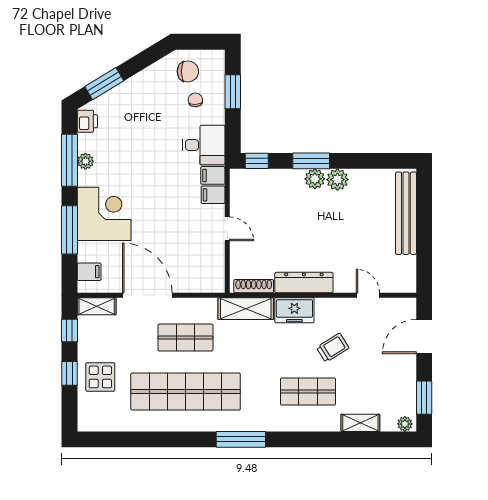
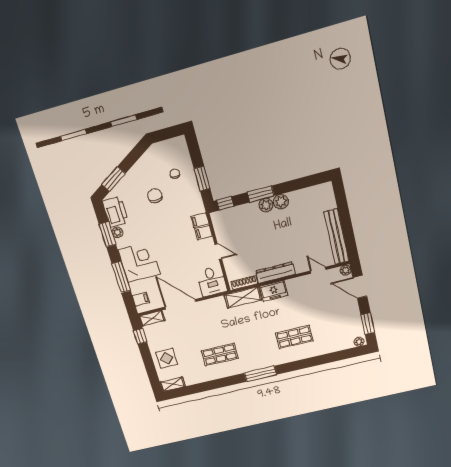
chair: (188, 71) -> (155, 196), moved, turned -90
window: (233, 92) -> (202, 179), moved
printer: (87, 121) -> (115, 212), width x1.87, depth x1.48
desk: (204, 145) -> (212, 281), moved, turned 90
window: (69, 160) -> (107, 234), width x0.69
bench: (406, 213) -> (337, 237), moved
plant: (408, 305) -> (346, 270), added
door: (424, 337) -> (360, 287), hinge flipped
shop shelf: (186, 338) -> (211, 324), removed
trolley: (333, 348) -> (303, 308), removed
window: (69, 373) -> (148, 361), removed
shop shelf: (186, 392) -> (220, 355), width x0.50, depth x0.74
shelving: (360, 423) -> (173, 384), moved

